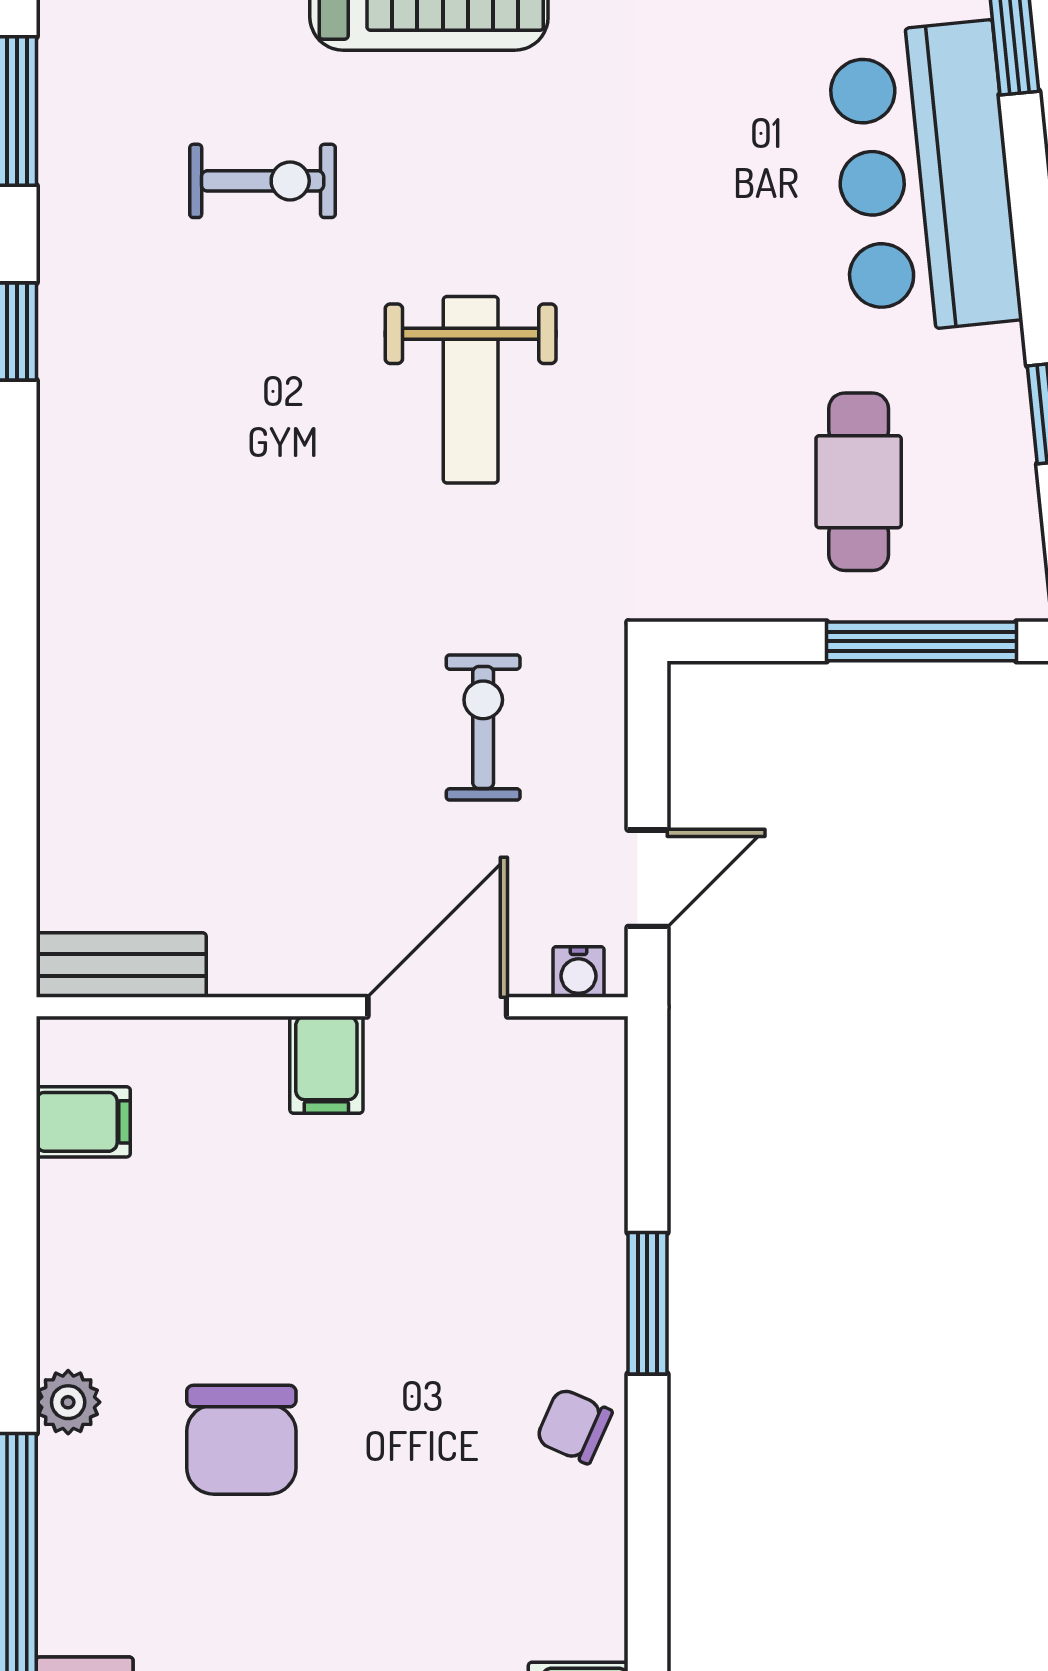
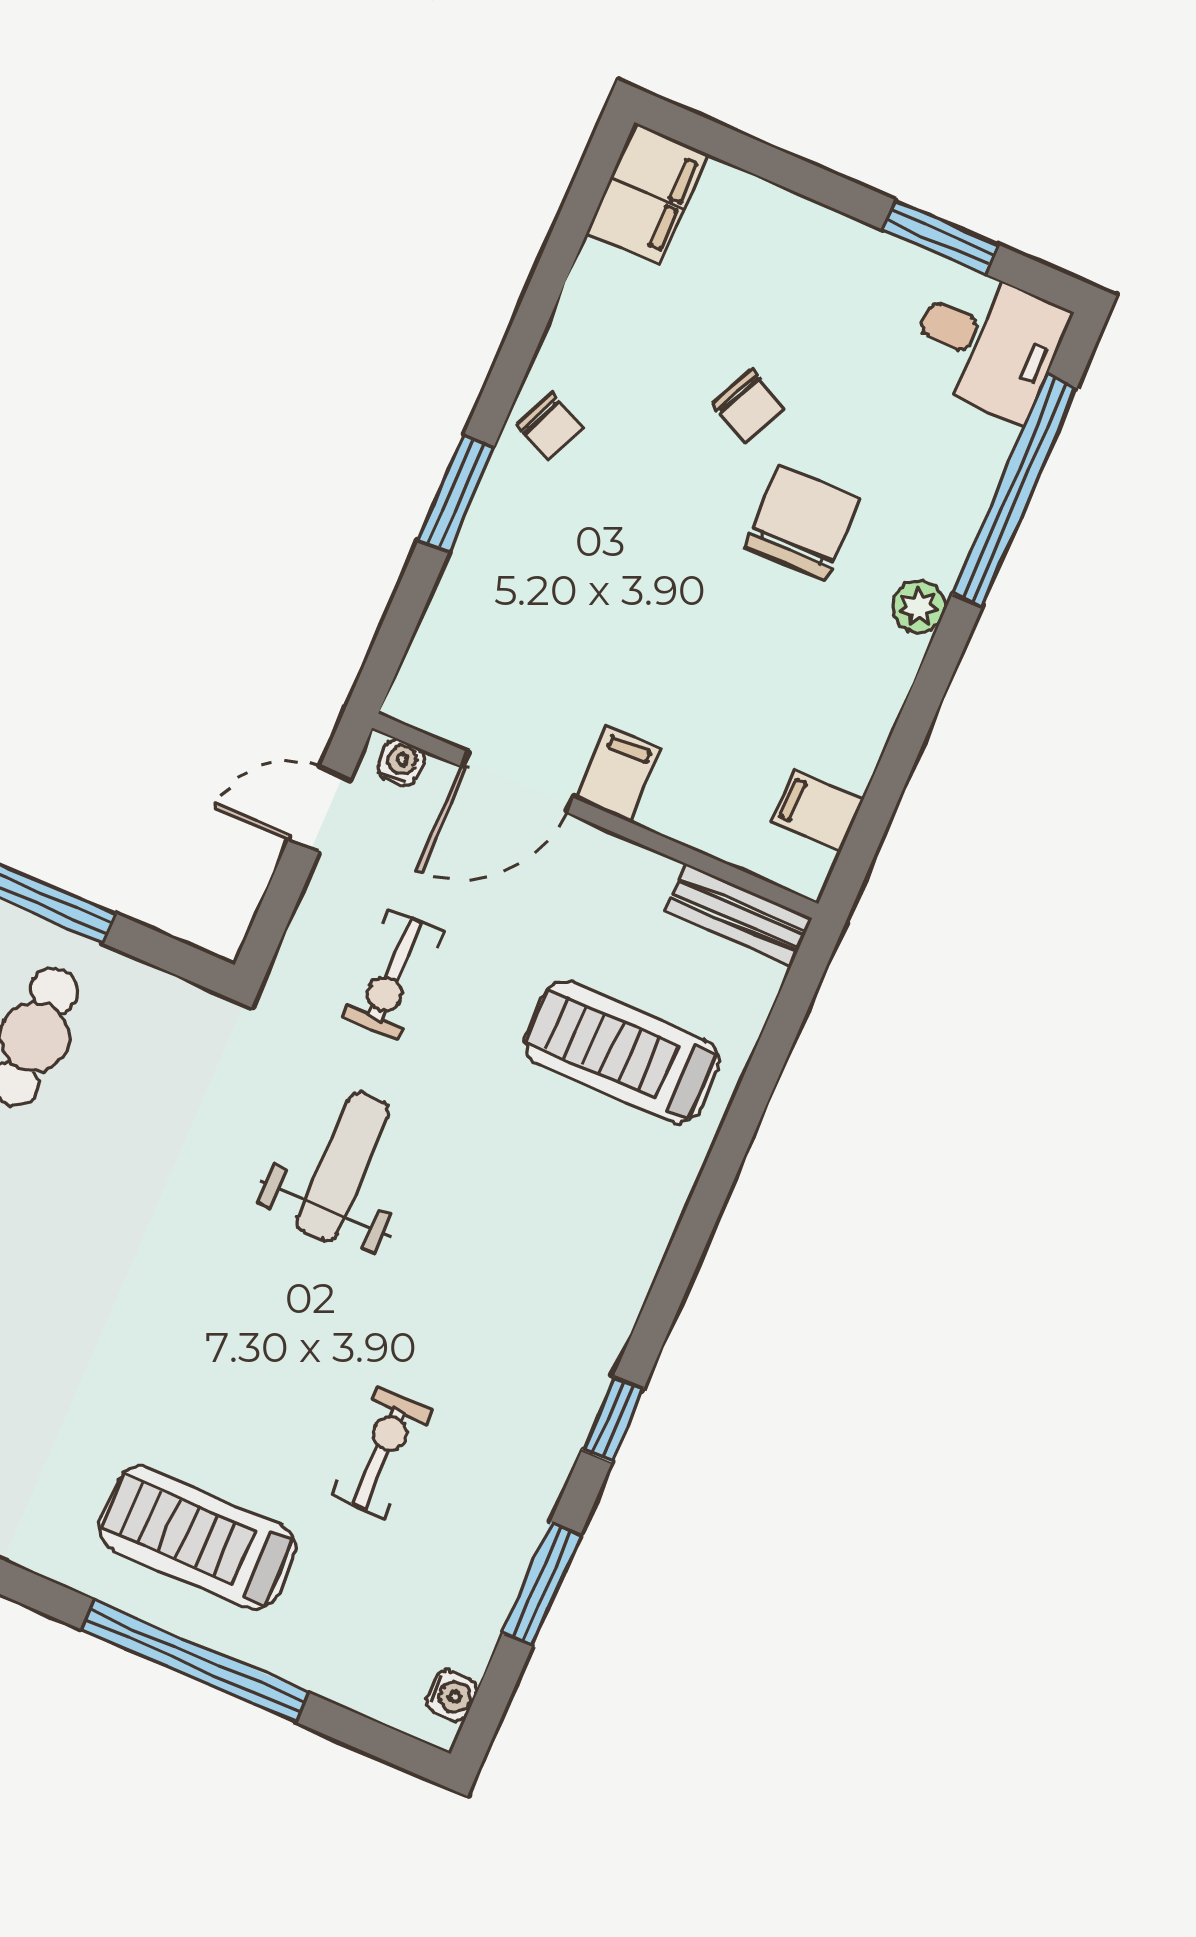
exercise bike: (263, 181) -> (381, 1453), turned 90
weight bench: (471, 390) -> (343, 1167), moved
treadmill: (187, 752) -> (622, 1052), added
chair: (360, 1547) -> (749, 405), added

